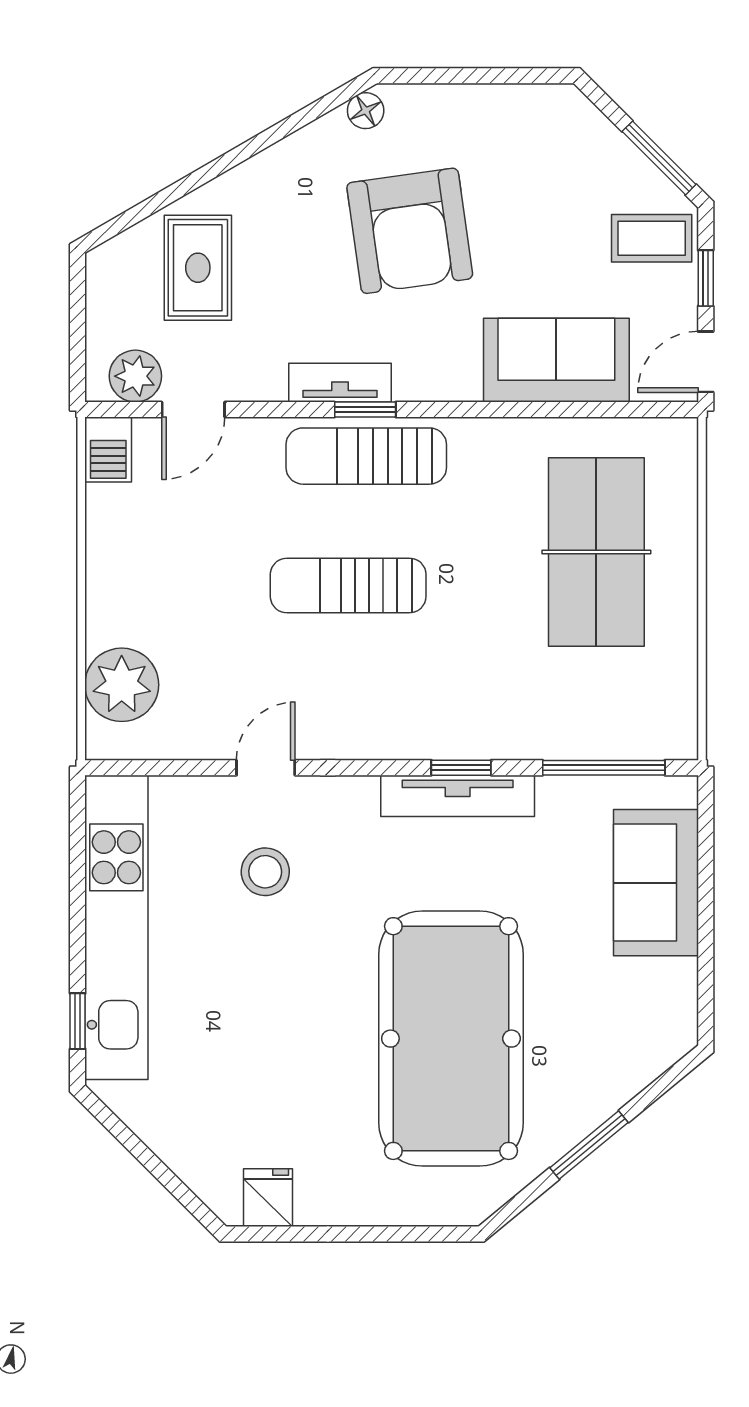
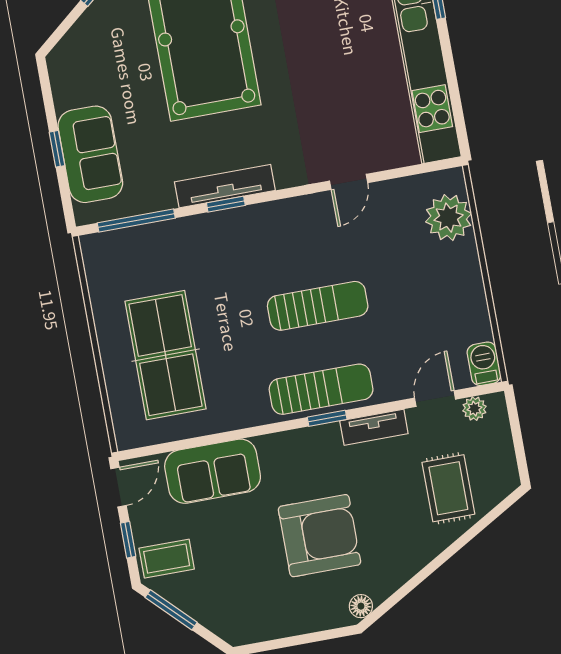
armchair: (410, 231) -> (319, 536), turned 98
plant: (135, 376) -> (474, 409), width x0.73, depth x0.73
tv unit: (340, 383) -> (374, 427), moved
stool: (265, 872) -> (337, 116), removed
window: (706, 900) -> (57, 149), added

